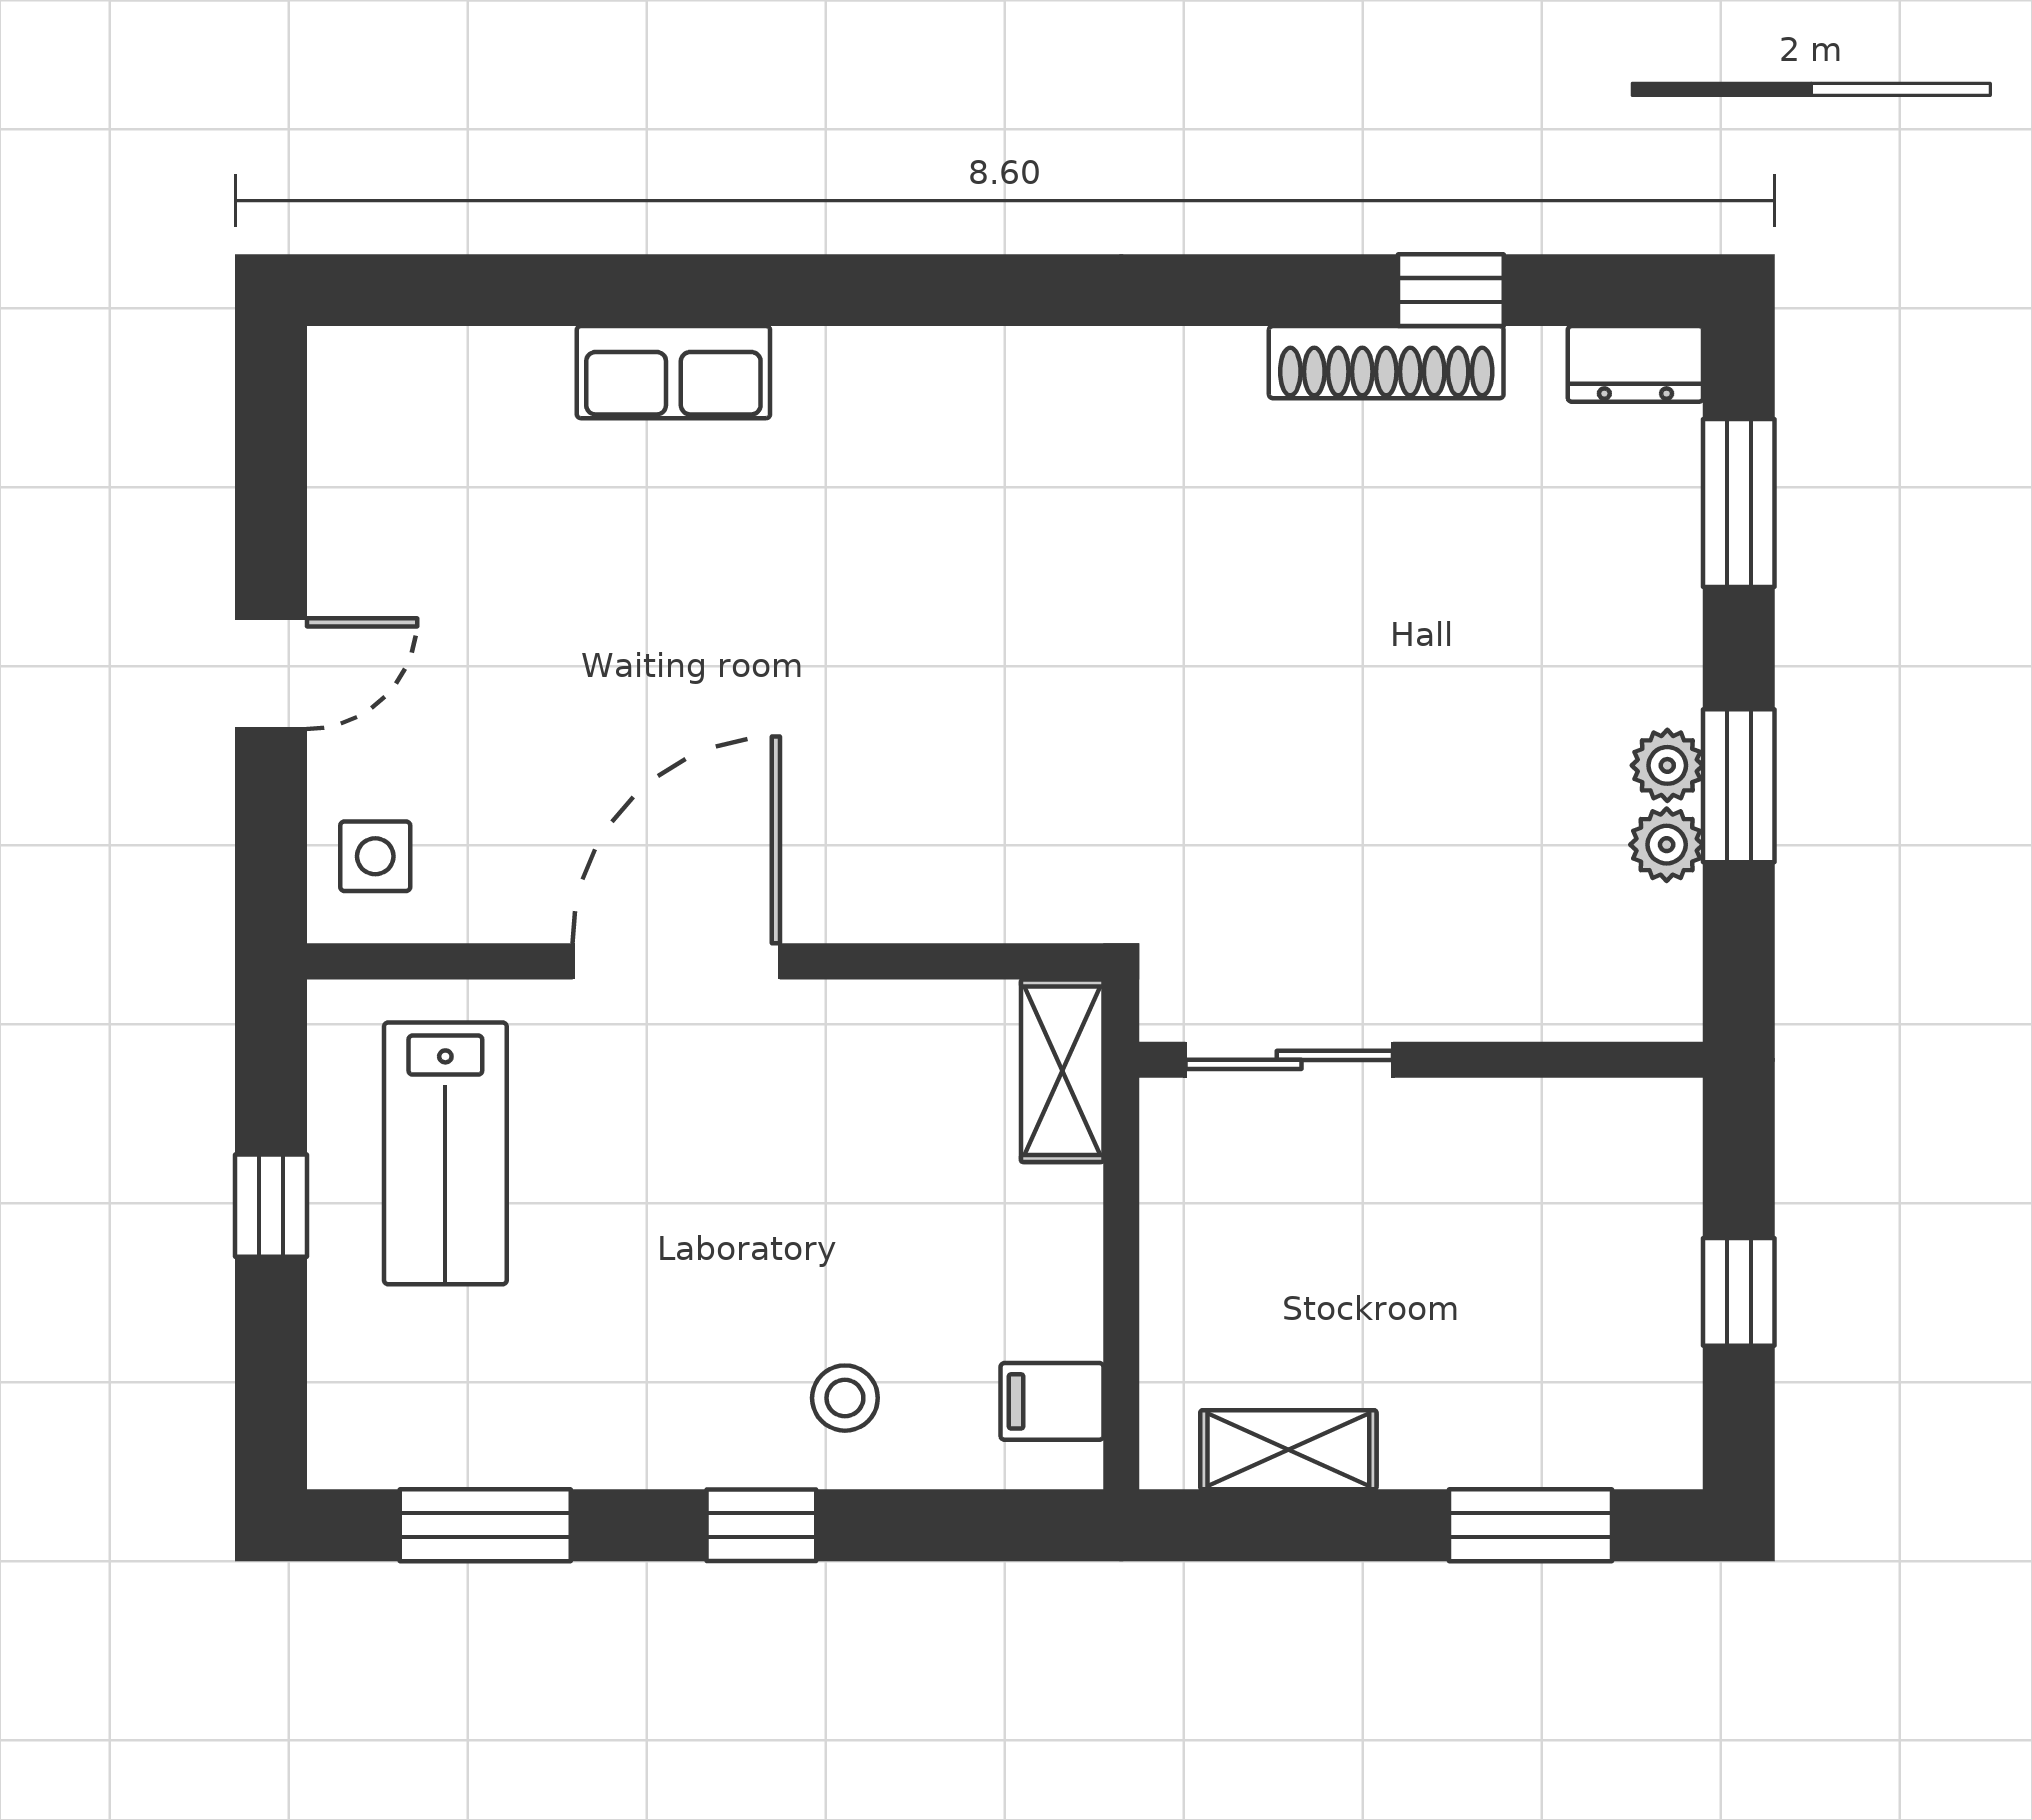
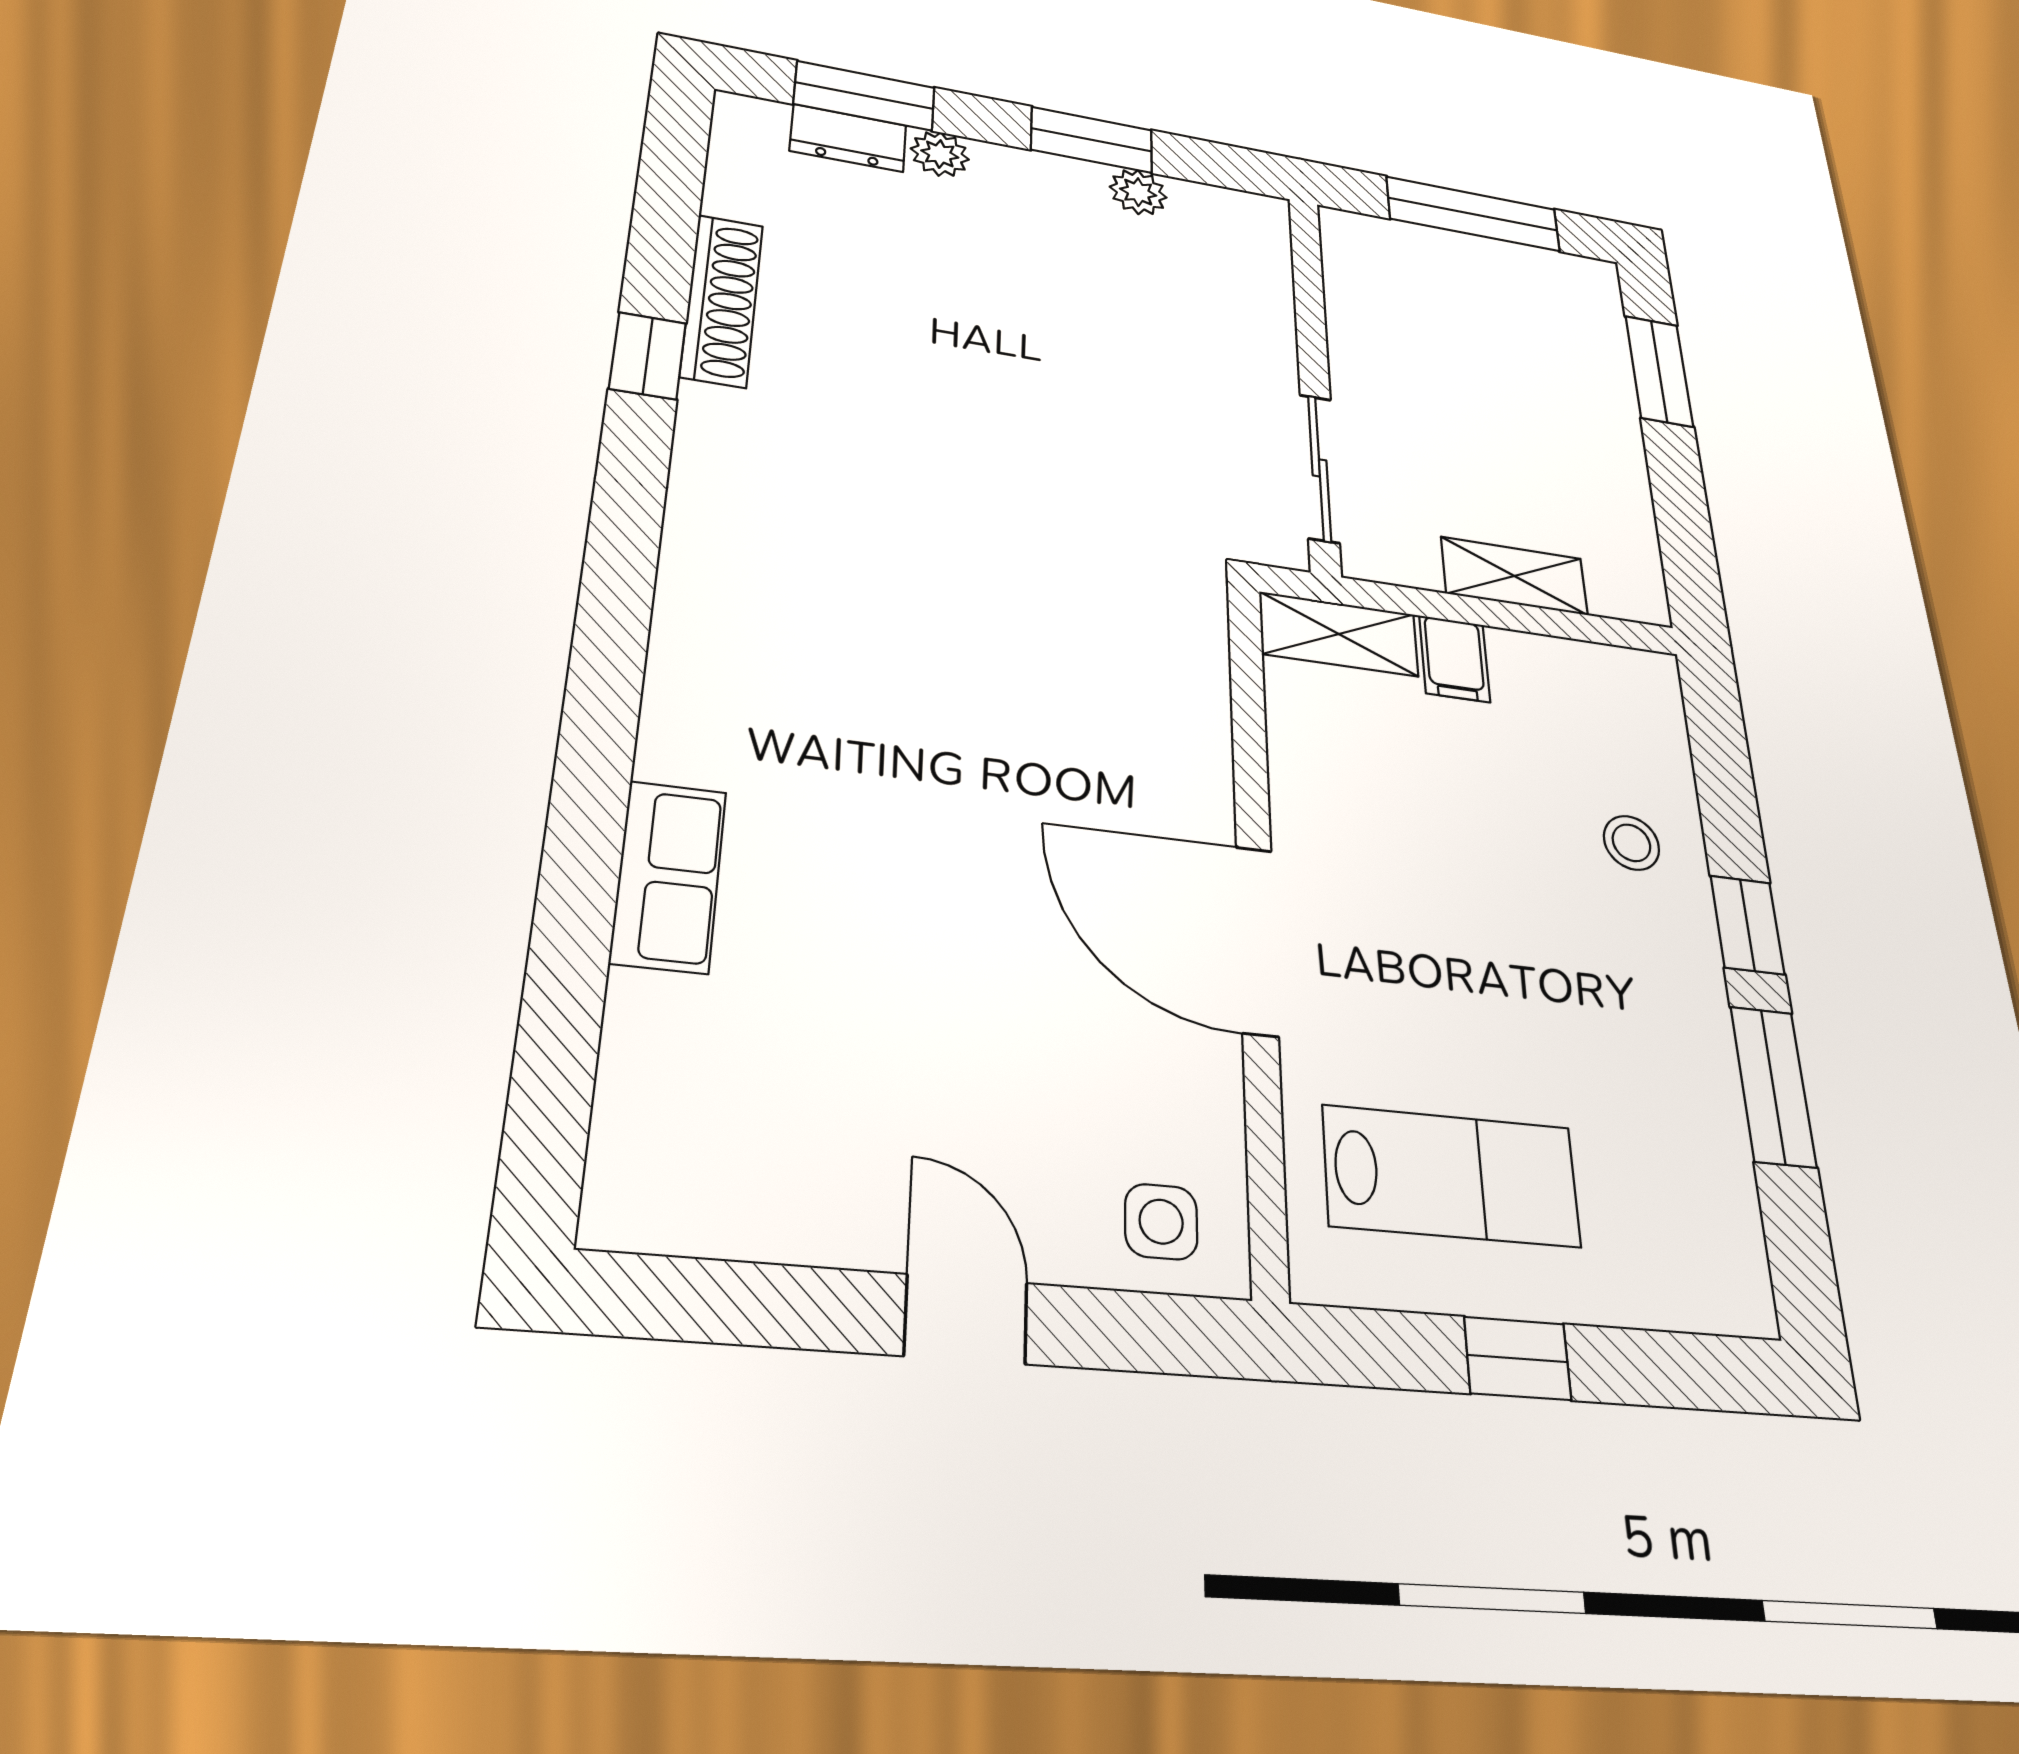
window: (1451, 290) -> (648, 356), moved
dresser: (1635, 364) -> (848, 138), moved, turned 90
plant: (1667, 765) -> (940, 154), moved
window: (1739, 1292) -> (1473, 214), width x2.17
filing cabinet: (1052, 1401) -> (1455, 659), moved
shelving: (1288, 1450) -> (1514, 576), moved, turned 90
window: (485, 1525) -> (1773, 1086), moved

